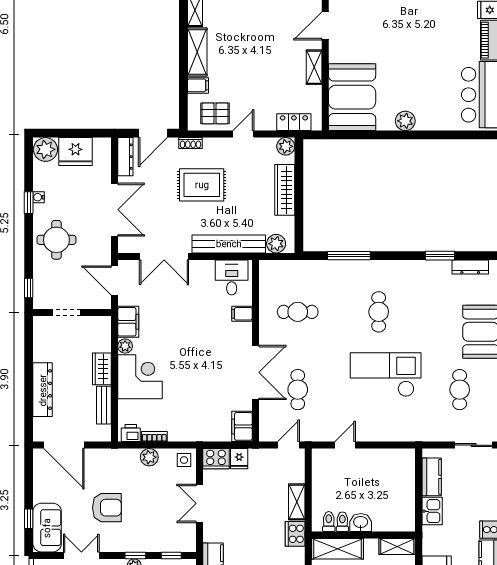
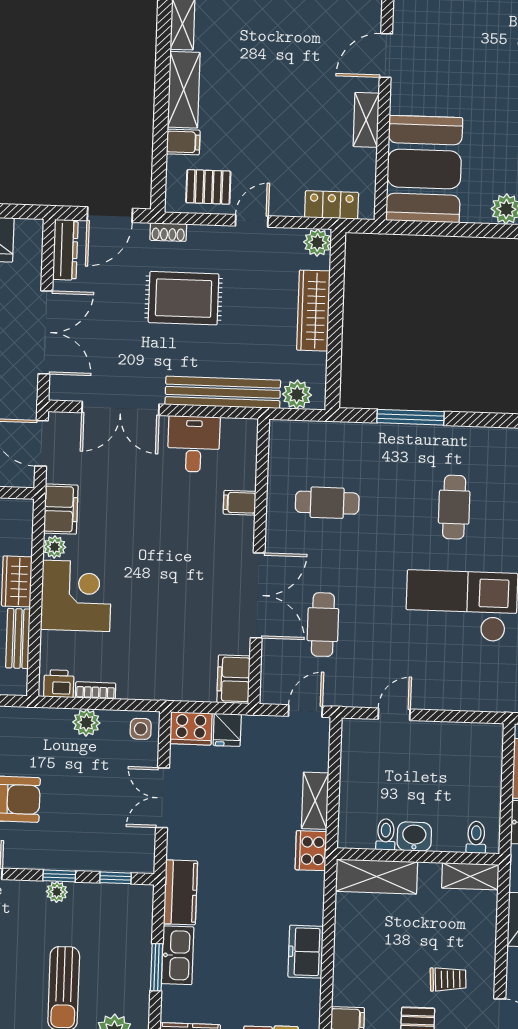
desk: (232, 277) -> (194, 444), moved
toilet: (329, 522) -> (476, 837), moved

